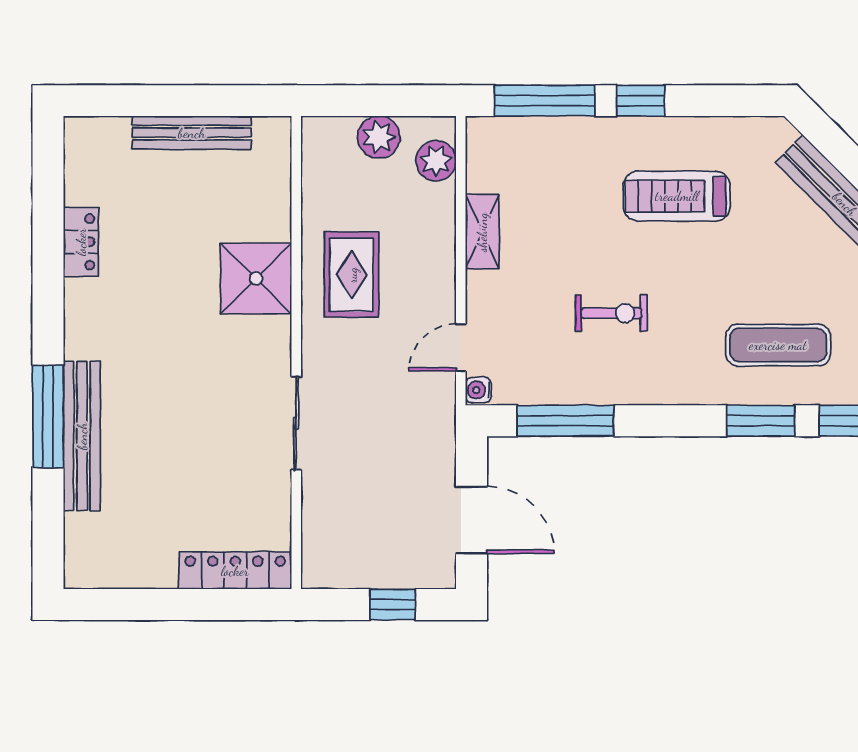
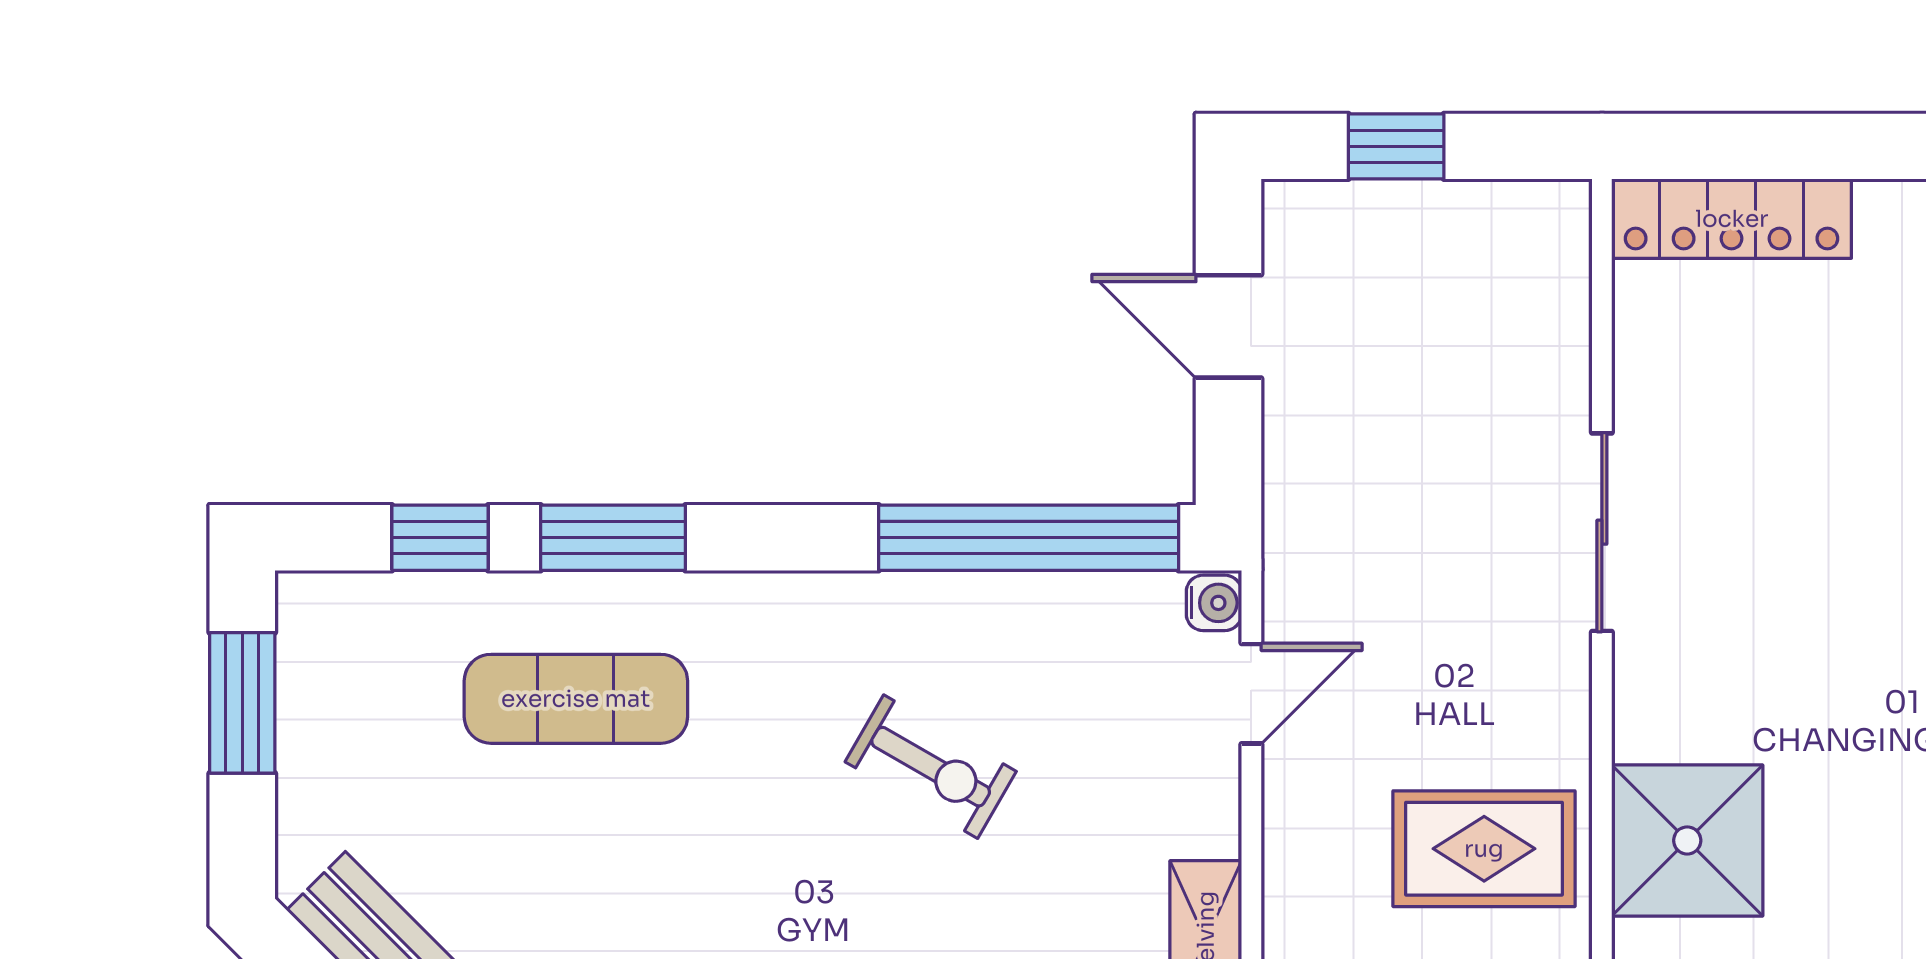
rug: (352, 275) -> (1484, 849), turned 90
exercise bike: (611, 313) -> (931, 767), turned -150
window: (565, 421) -> (1029, 538), width x1.46
door: (472, 520) -> (1229, 326), width x0.73

